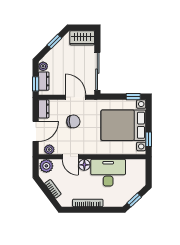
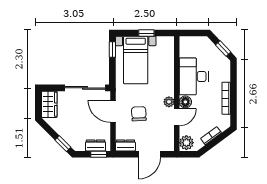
window: (54, 42) -> (63, 144), moved
plant: (43, 66) -> (80, 146), removed
door: (76, 97) -> (113, 111), hinge flipped
bed with nightstands: (123, 125) -> (136, 60), width x0.73
door: (36, 131) -> (150, 154), swing flipped
window: (149, 139) -> (146, 33), moved
plant: (49, 150) -> (169, 102), moved

